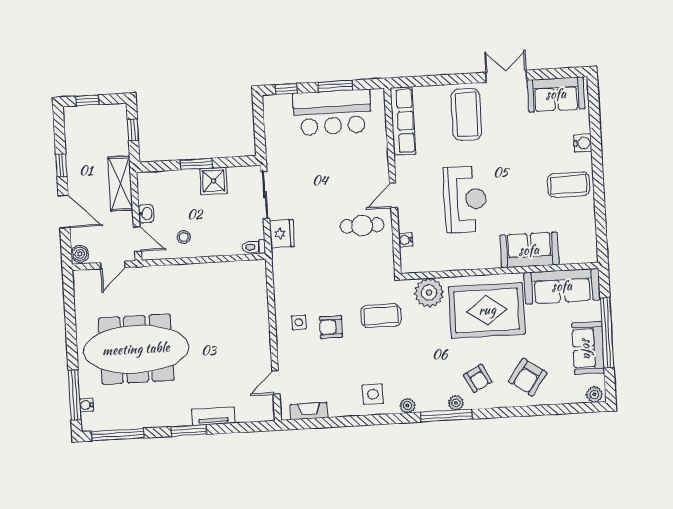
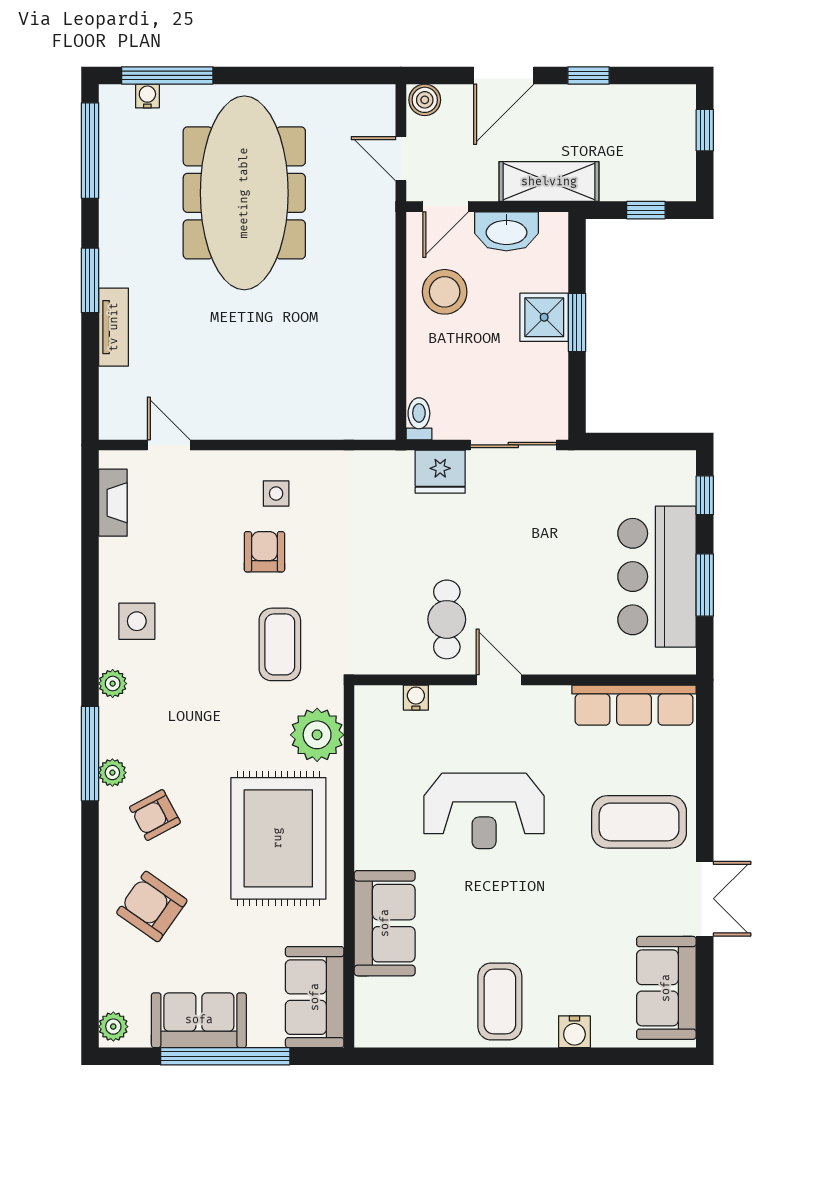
shower: (214, 181) -> (544, 317), moved
washbasin: (146, 214) -> (506, 231), width x1.91, depth x1.45
stool: (184, 237) -> (445, 292), width x1.89, depth x1.89
sofa: (562, 286) -> (315, 997), width x0.73

